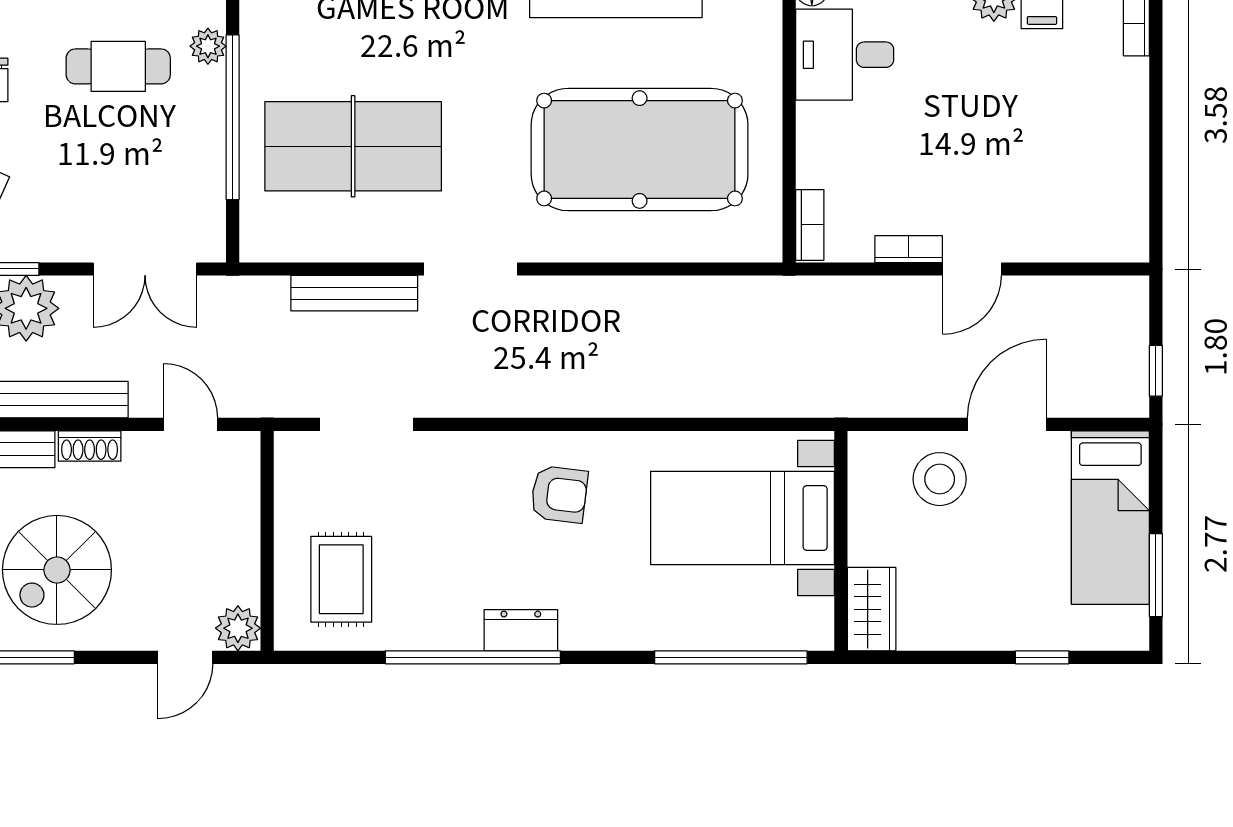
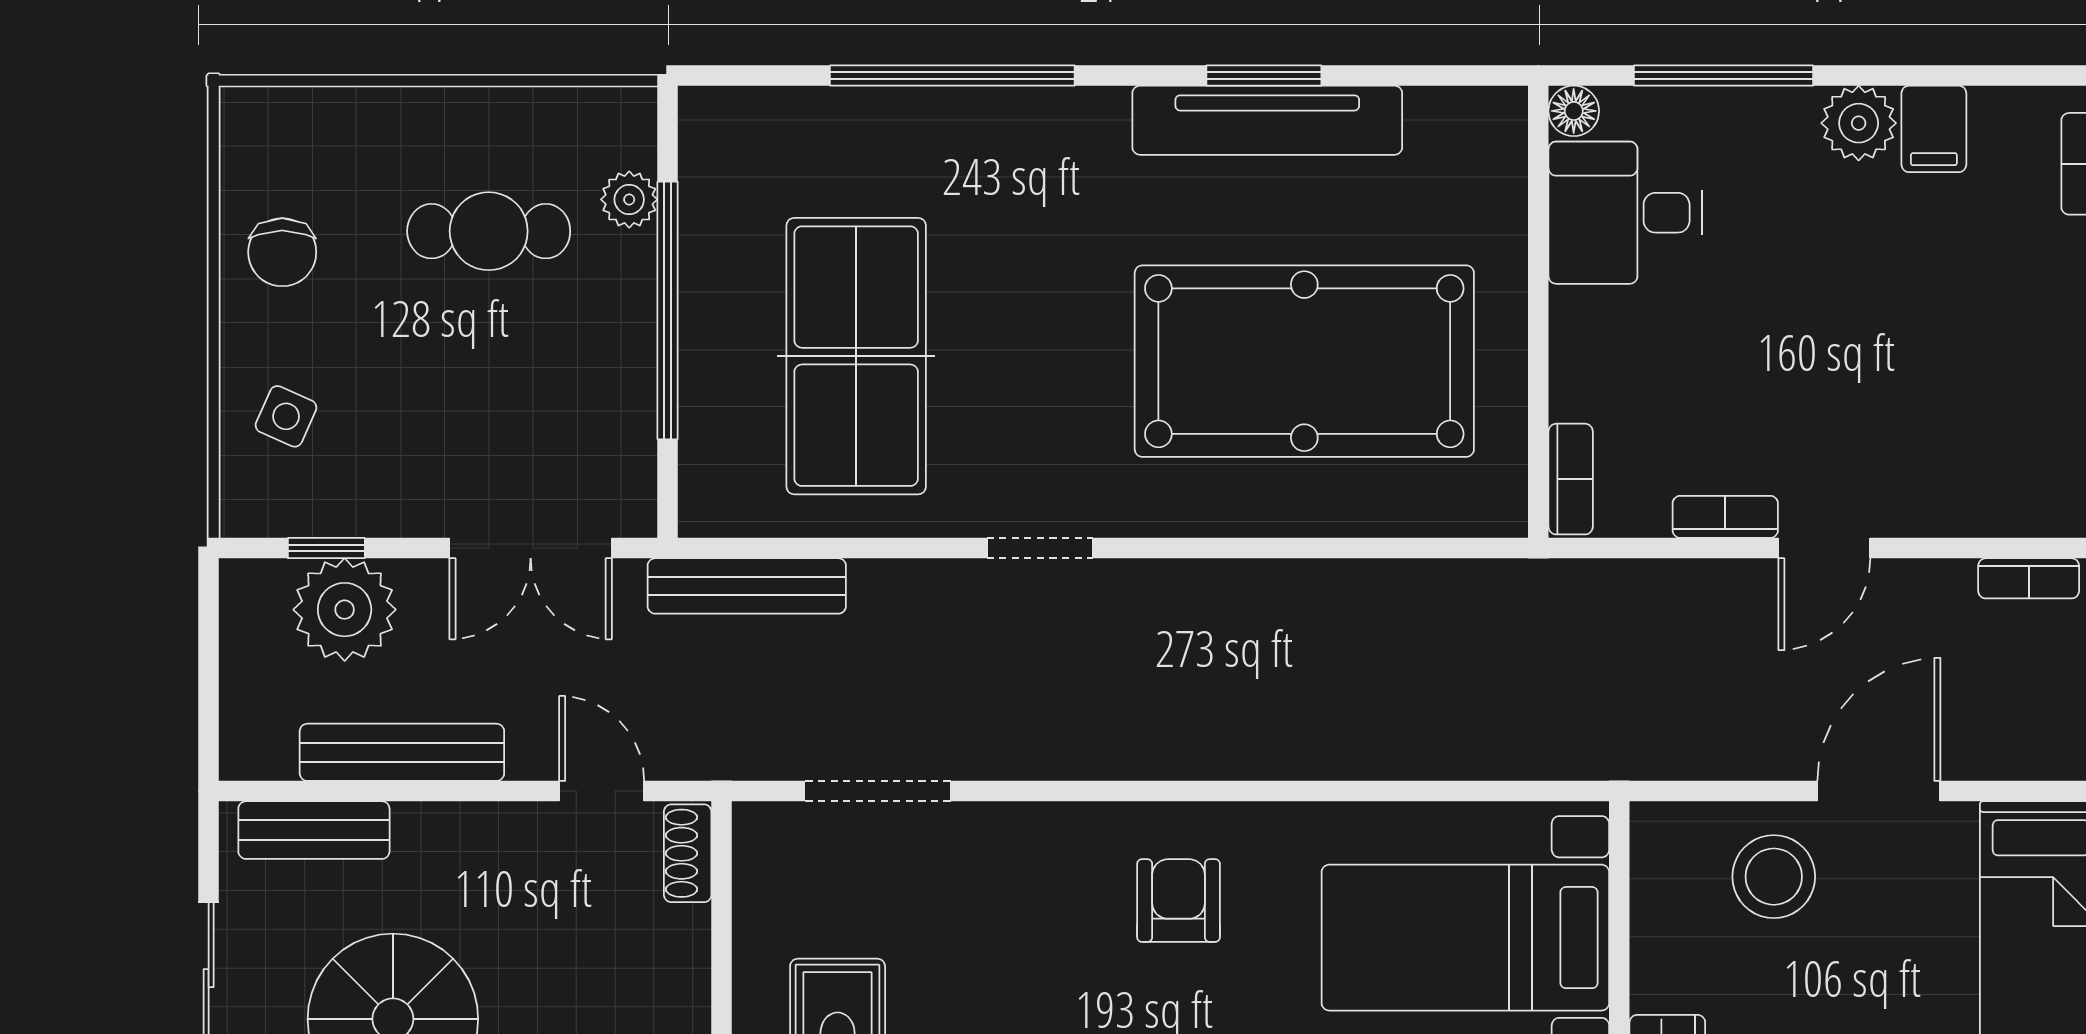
table tennis table: (353, 146) -> (856, 356), turned 90
doorway: (471, 269) -> (1040, 548), width x0.73
bookcase: (1103, 288) -> (2029, 578), added
bench: (354, 293) -> (747, 586), moved
shoe rack: (90, 446) -> (688, 853), moved, turned 90
armchair: (559, 494) -> (1179, 901), turned -97

